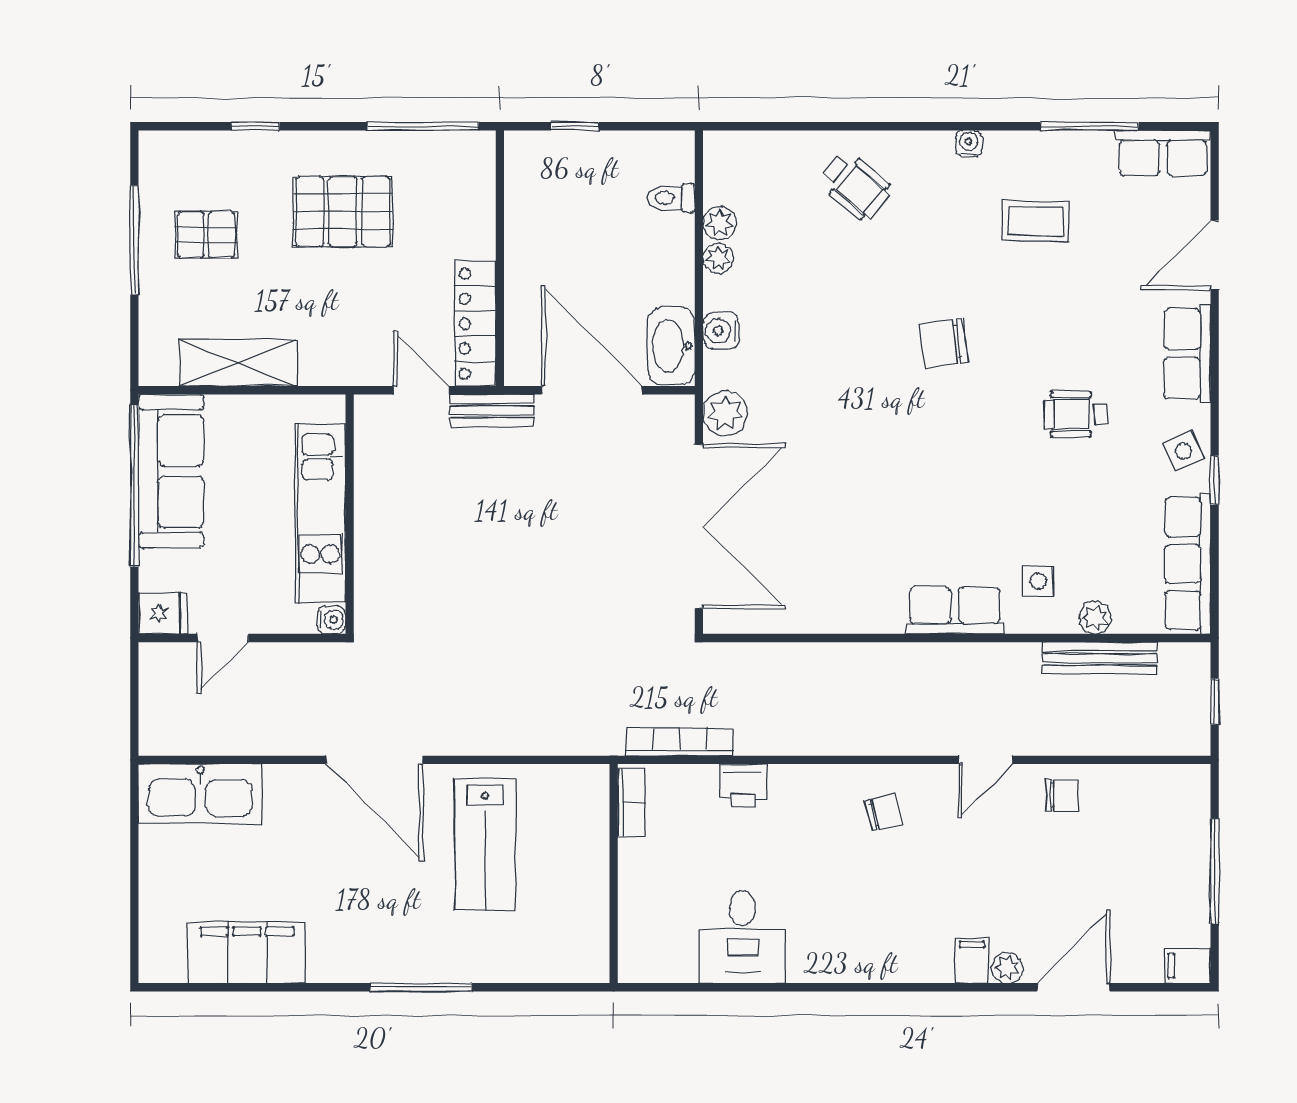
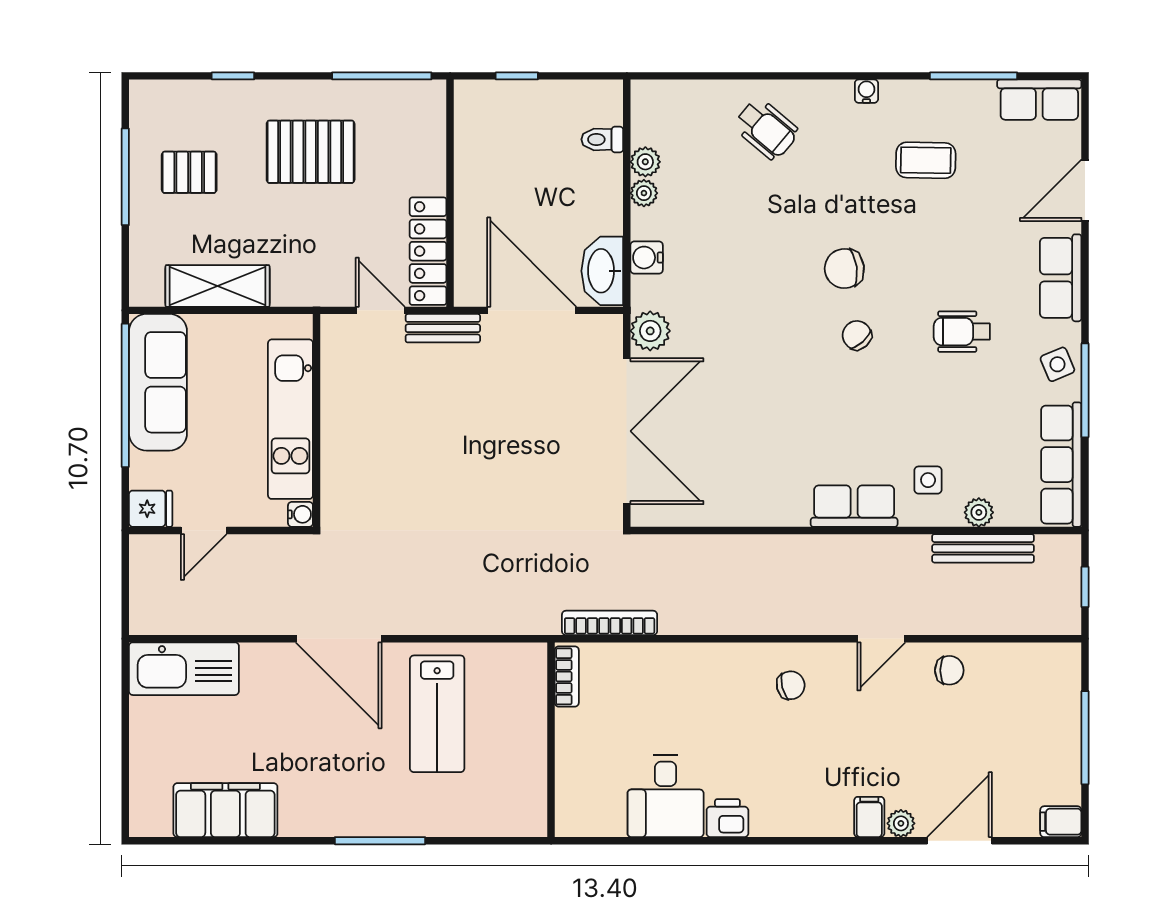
chair: (958, 418) -> (857, 335), added
window: (1215, 480) -> (1085, 390), width x2.17
printer: (743, 785) -> (727, 818), moved, turned 180

